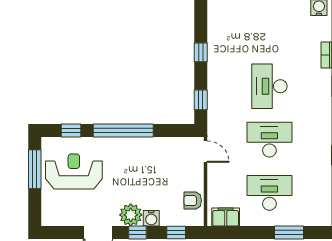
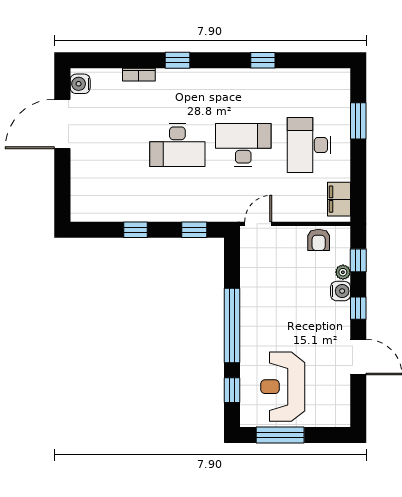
desk: (269, 140) -> (243, 145), turned 90
plant: (131, 215) -> (343, 272), moved, width x0.53, depth x0.53

